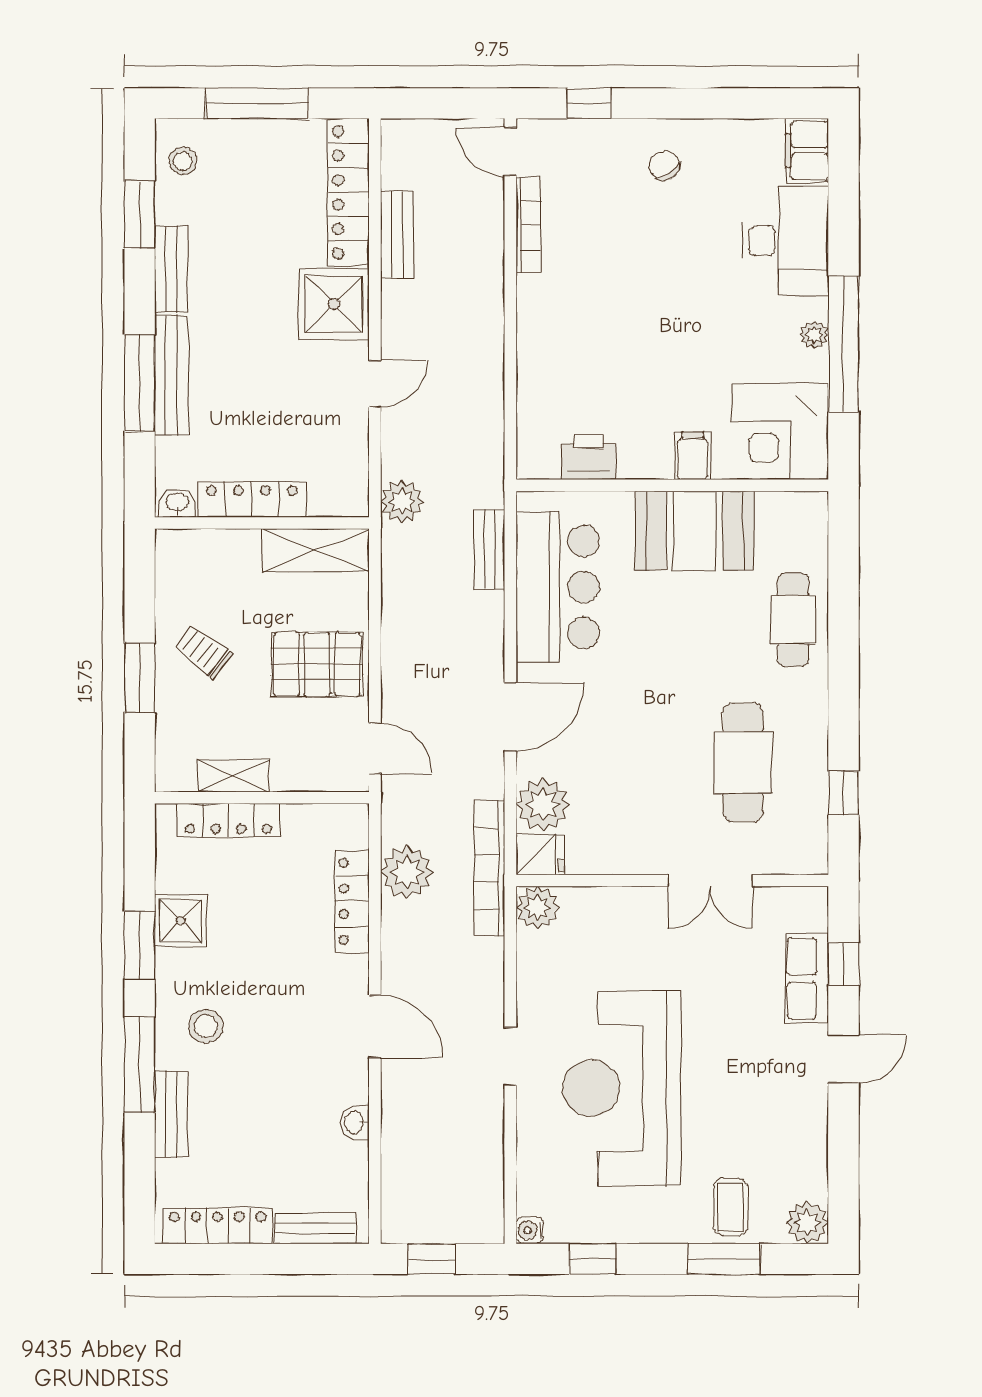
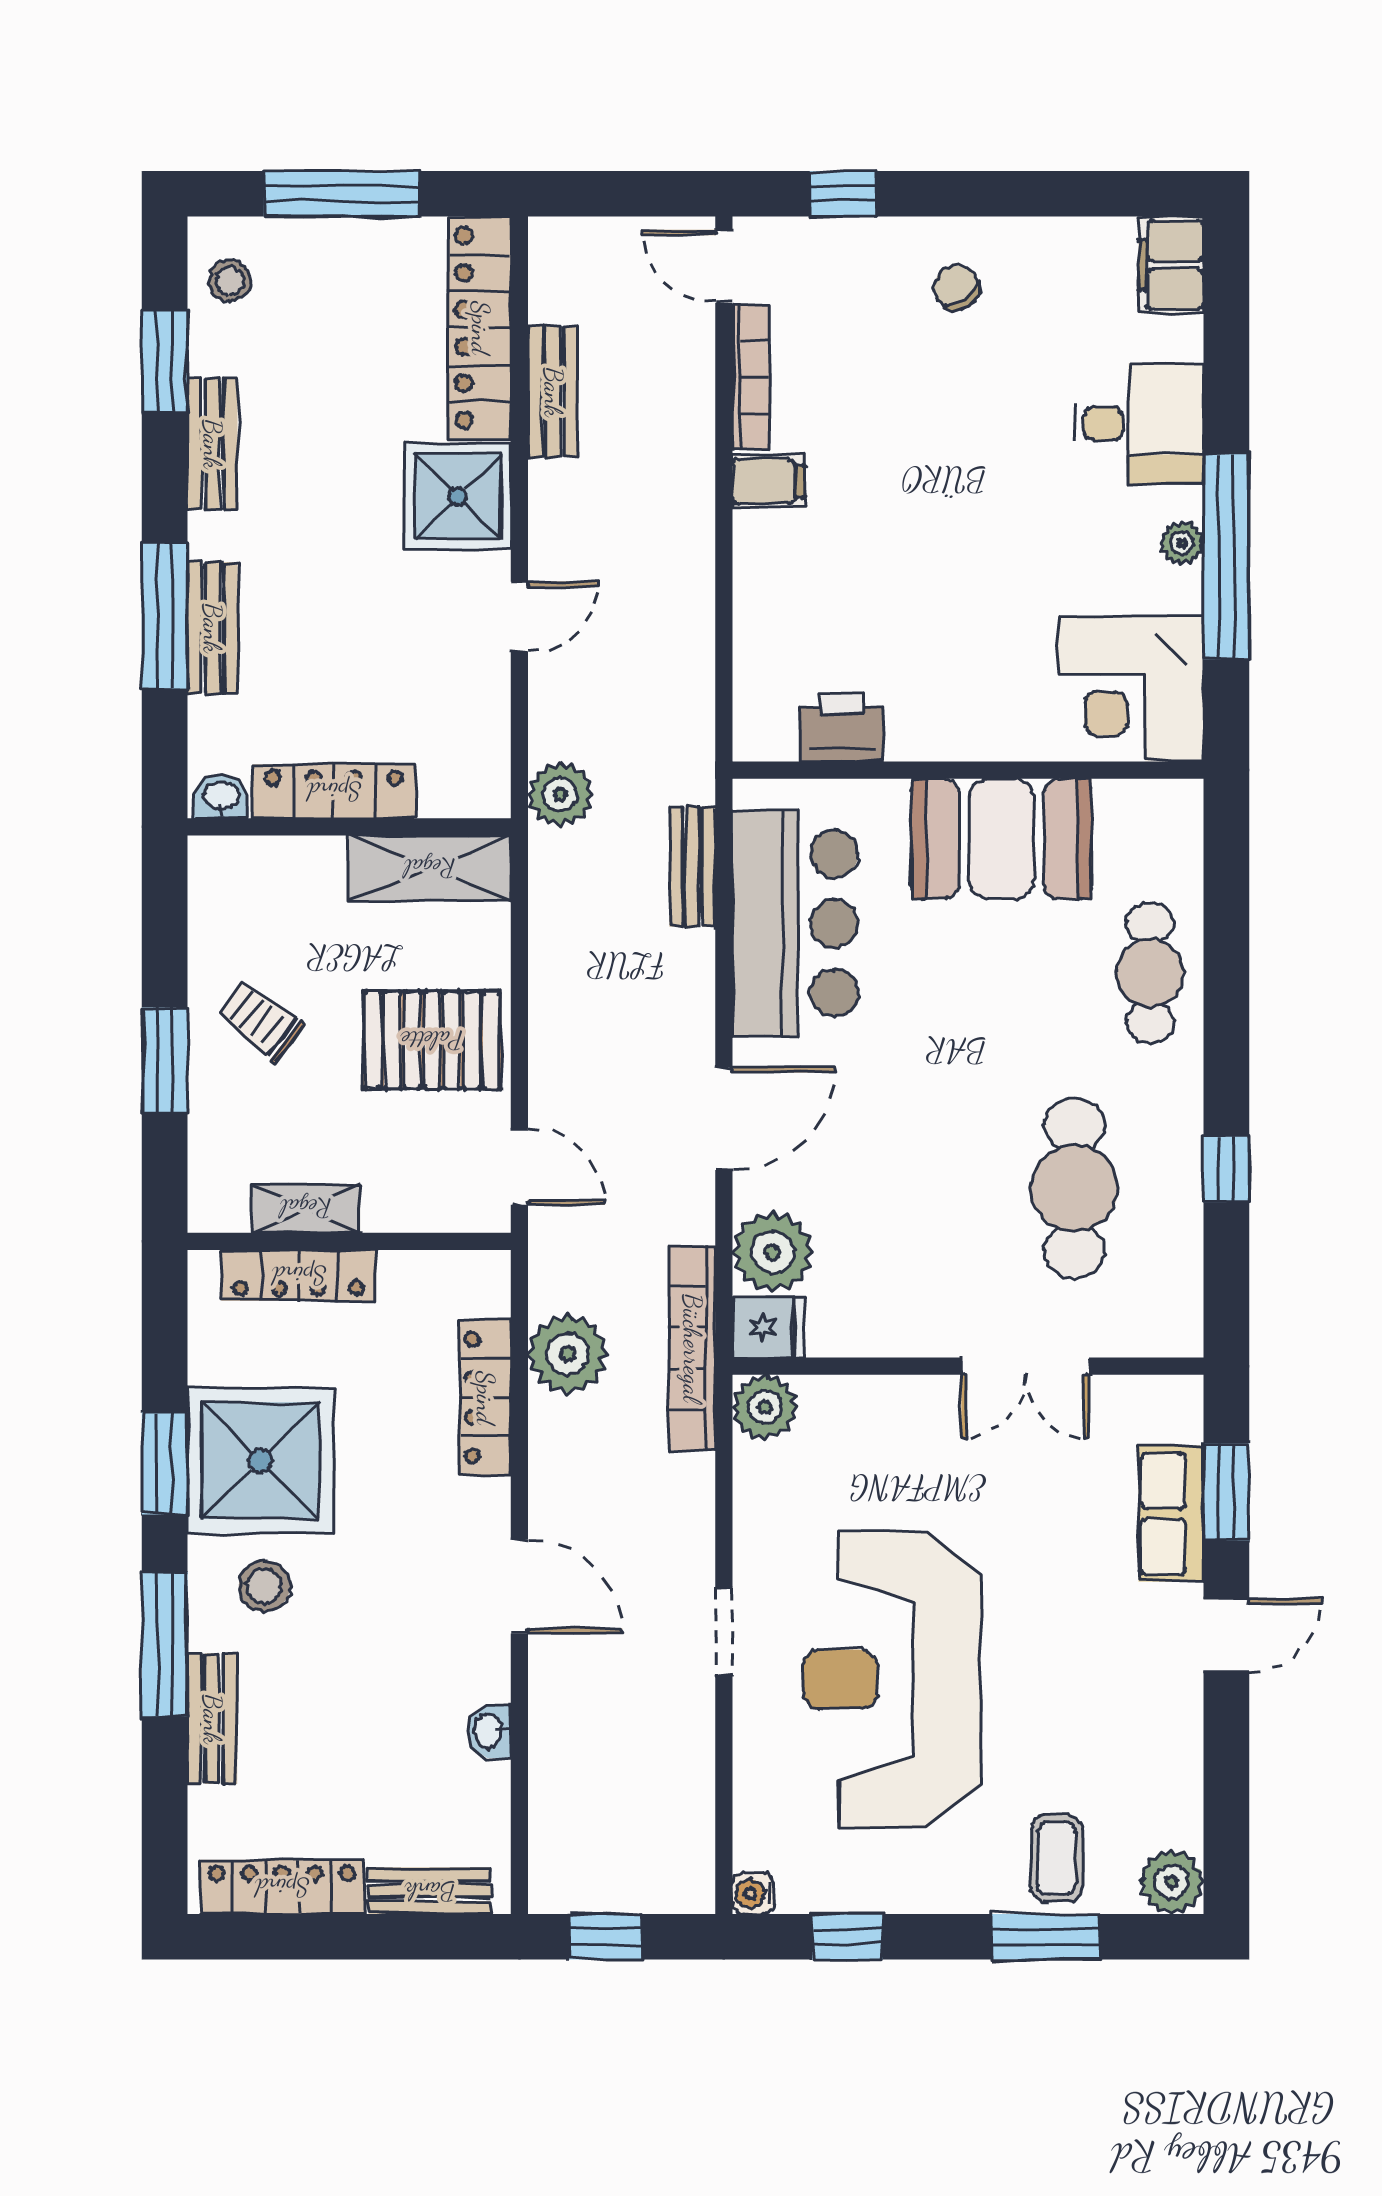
desk: (785, 241) -> (1139, 423), width x0.73
bench: (171, 375) -> (212, 628), width x0.73
filing cabinet: (693, 456) -> (768, 481), moved, turned 90
window: (843, 793) -> (1226, 1169), moved
shower: (181, 921) -> (260, 1461), width x1.86, depth x1.86
window: (843, 964) -> (1226, 1492), width x1.50

